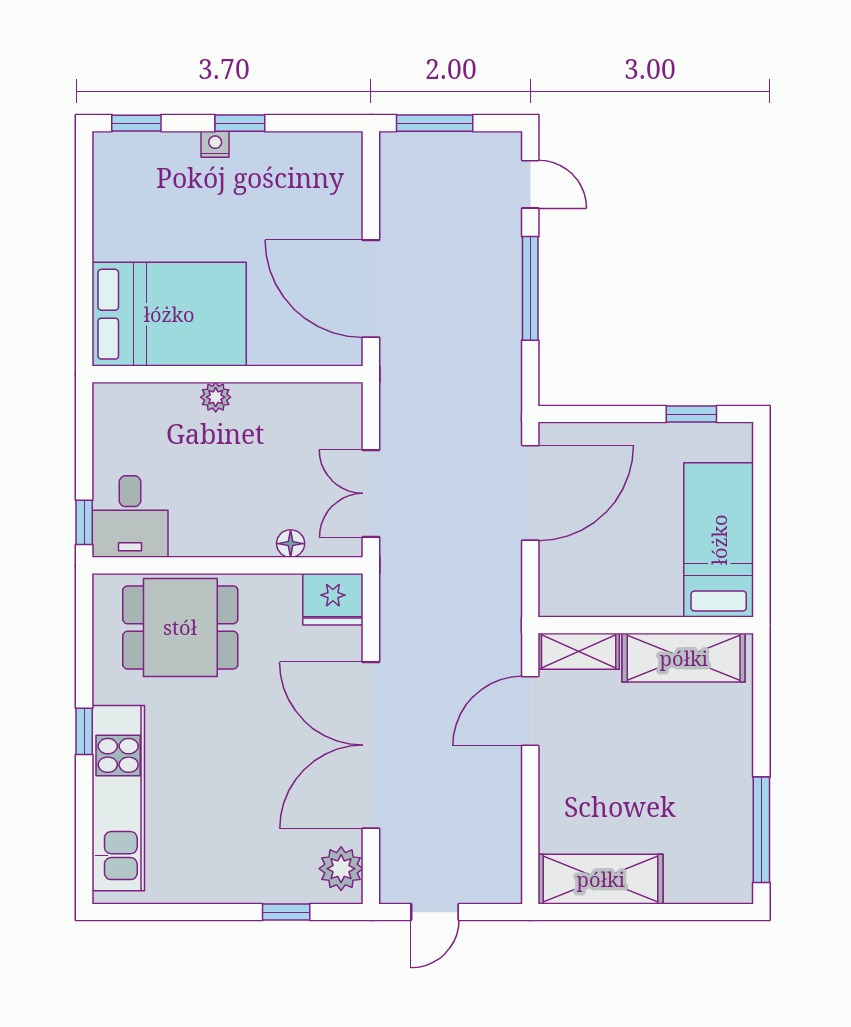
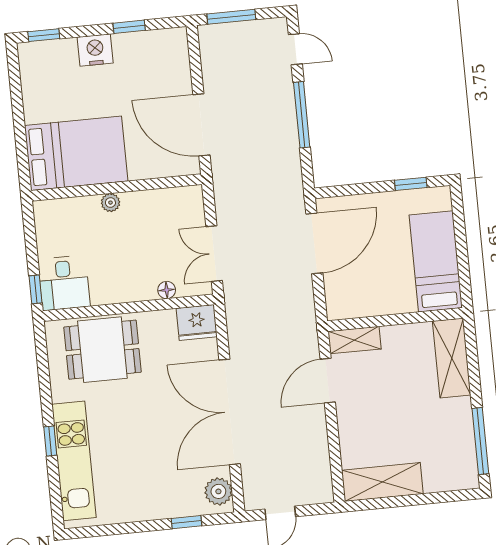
window: (240, 123) -> (129, 27), moved
nightstand: (215, 144) -> (95, 50), width x1.89, depth x1.79
shelving: (684, 658) -> (452, 358), moved, turned 90
window: (84, 731) -> (50, 441), moved

